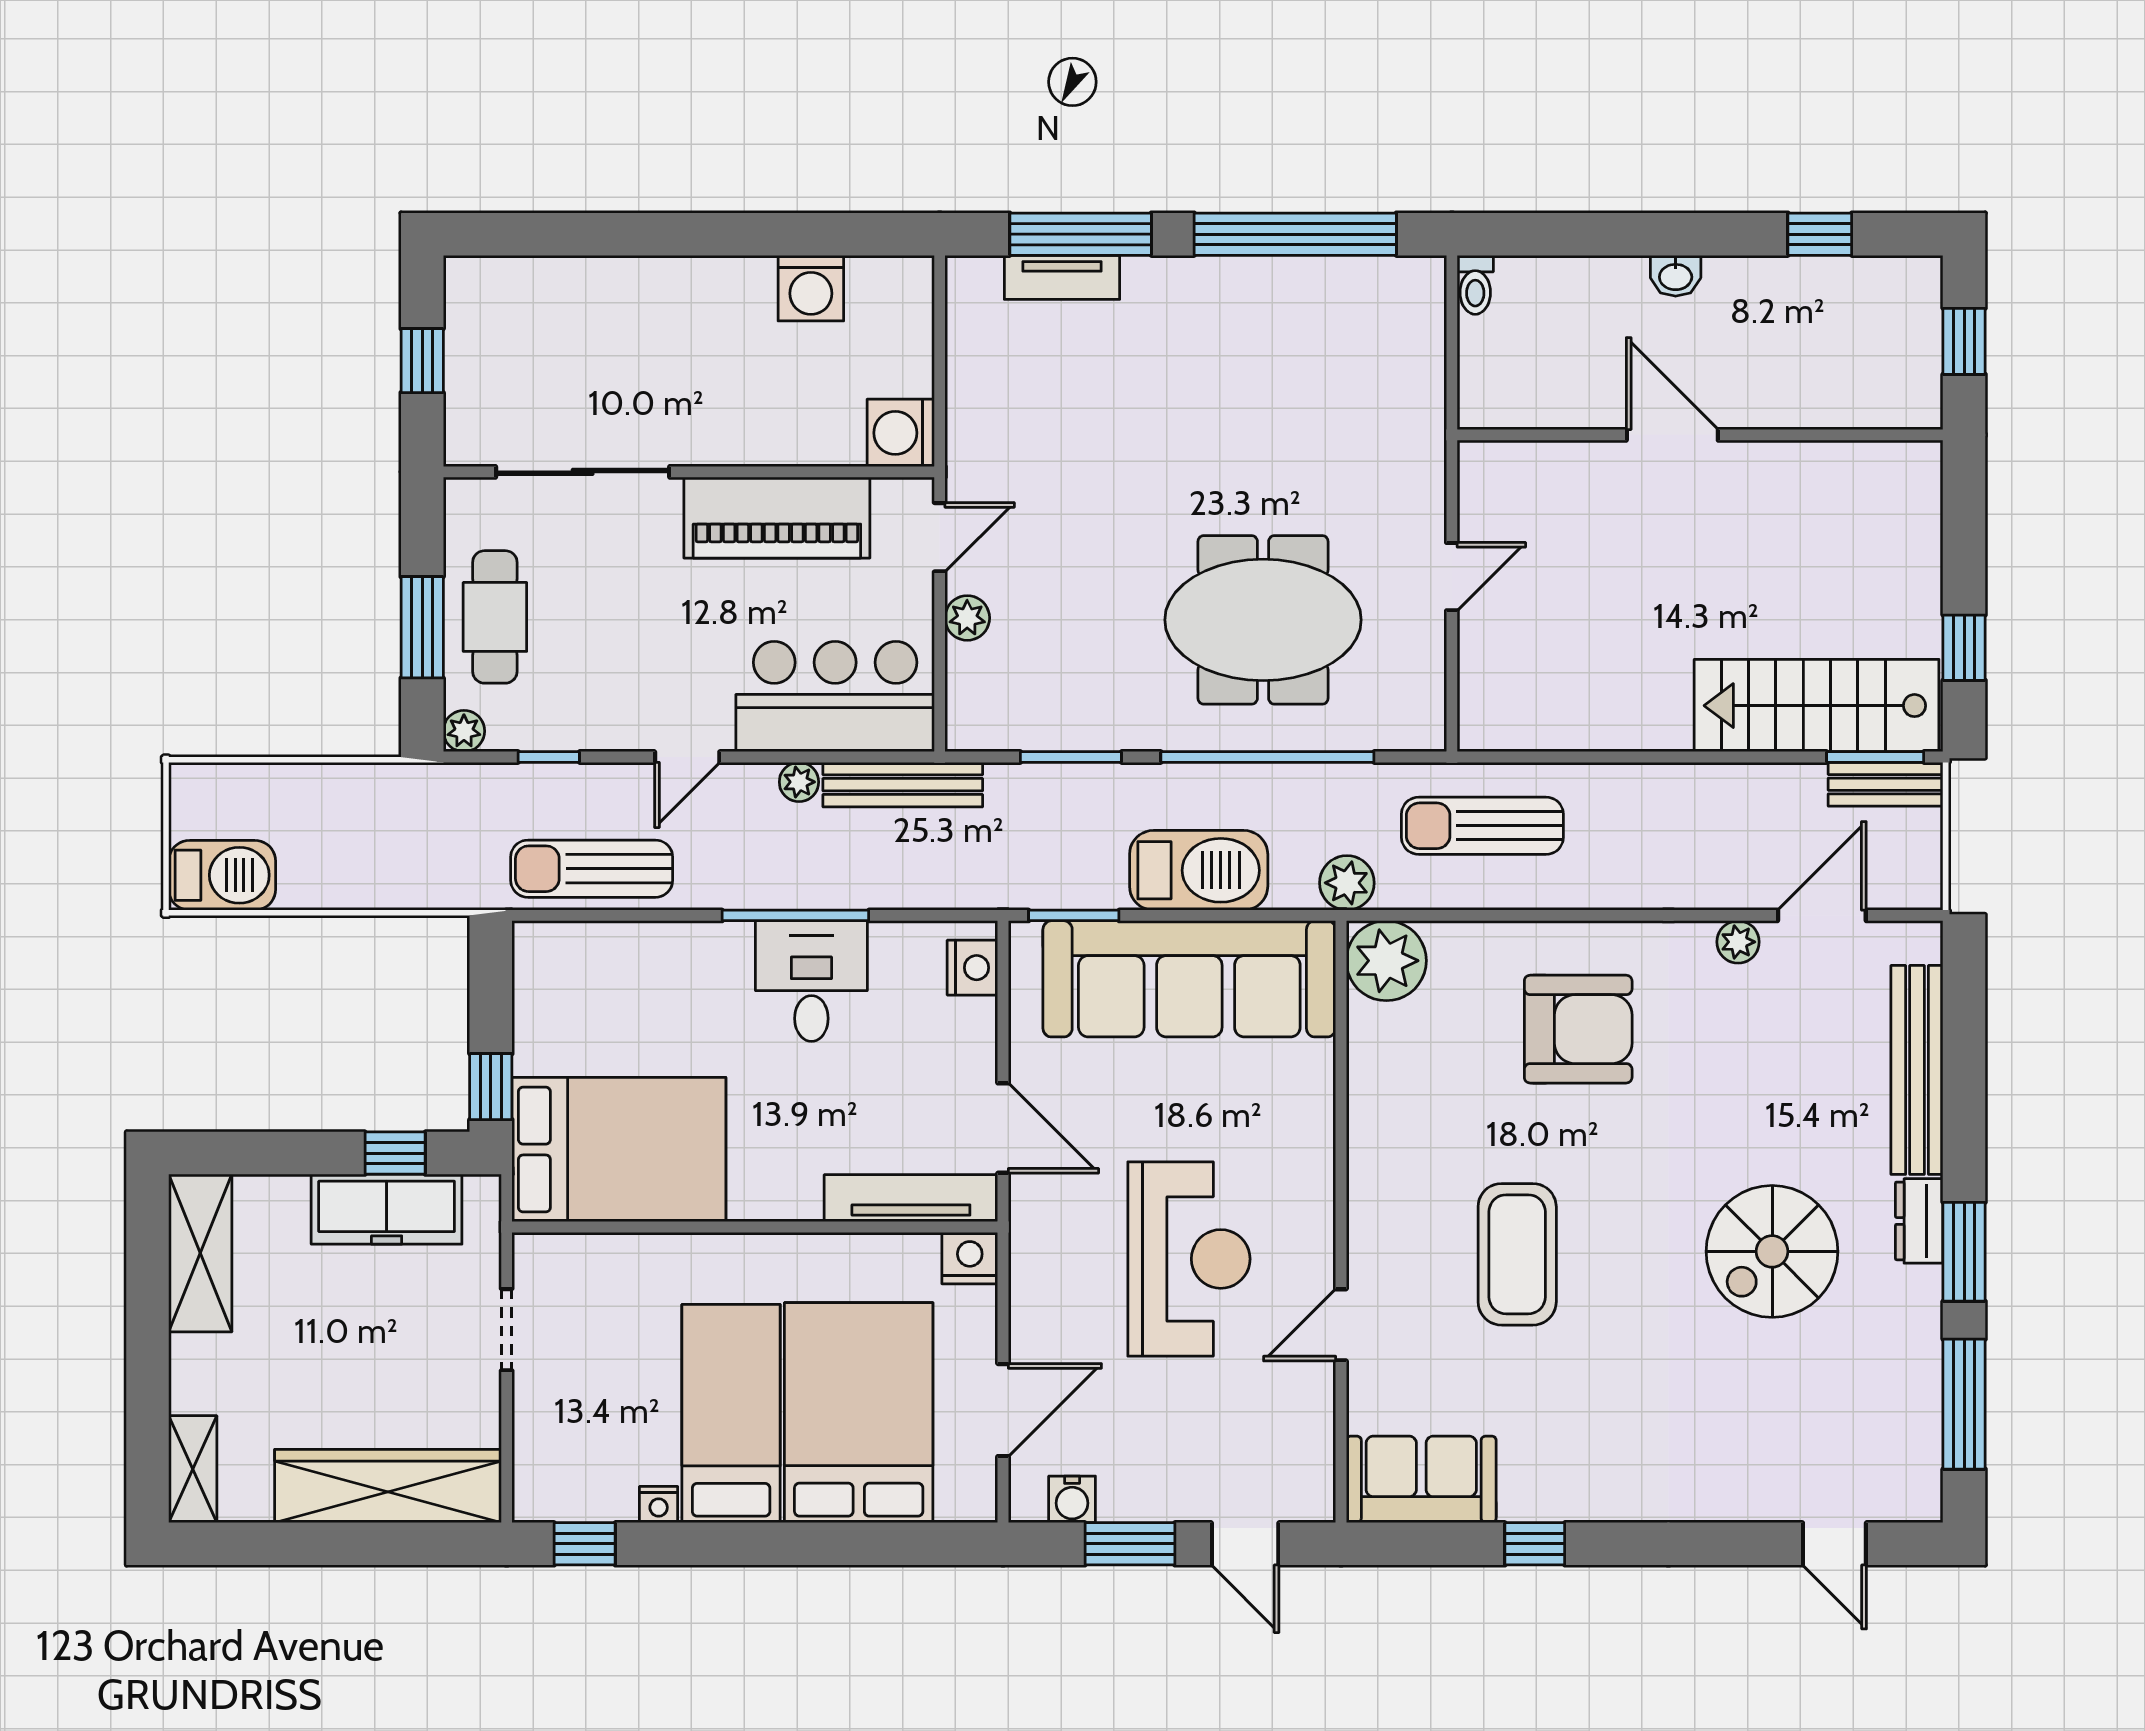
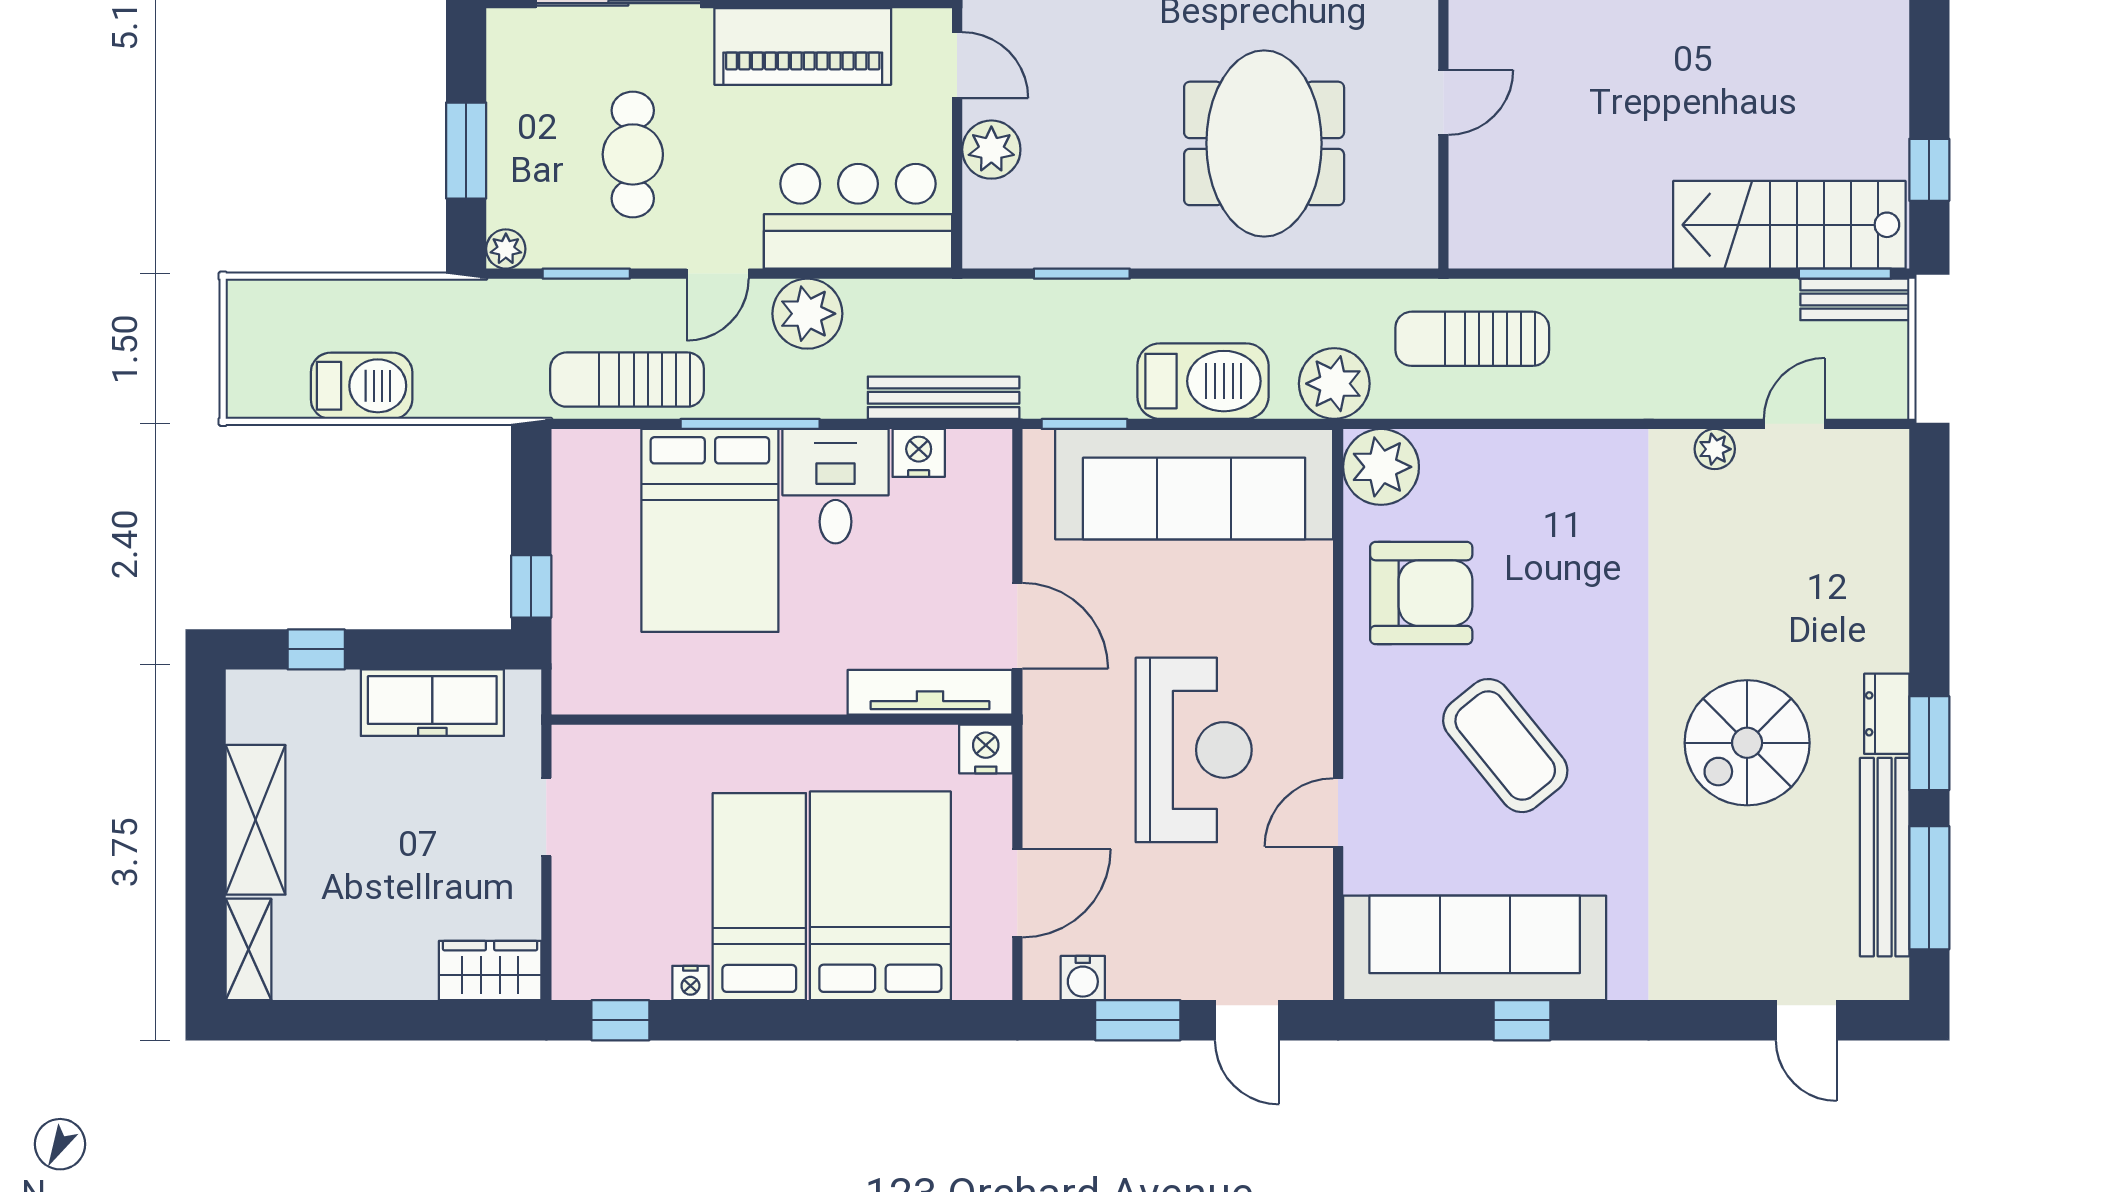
door: (940, 537) -> (957, 65), hinge flipped
cafe table: (495, 617) -> (633, 154), moved
plant: (967, 618) -> (991, 150), width x1.38, depth x1.38
meeting table: (1263, 620) -> (1264, 143), turned 90
window: (549, 757) -> (586, 274), width x1.50
window: (1267, 757) -> (1268, 274), removed
plant: (799, 782) -> (807, 314), width x1.88, depth x1.88
bench: (903, 785) -> (944, 398), moved
barbecue: (222, 875) -> (362, 386), moved
plant: (1347, 883) -> (1334, 384), width x1.36, depth x1.36
window: (795, 915) -> (750, 424), moved
door: (1822, 915) -> (1794, 424), width x0.73
nightstand: (972, 968) -> (919, 453), moved, turned -90
armchair: (1578, 1029) -> (1421, 593), moved
bench: (1917, 1070) -> (1885, 857), moved
bed: (619, 1150) -> (710, 530), moved, turned 90
window: (395, 1153) -> (316, 649), moved
shelving: (200, 1253) -> (256, 820), moved
coffee table: (1517, 1254) -> (1505, 746), turned -39
sofa: (1421, 1479) -> (1475, 948), width x1.85, depth x1.27
wardrobe: (388, 1486) -> (490, 971), width x0.48, depth x0.85

